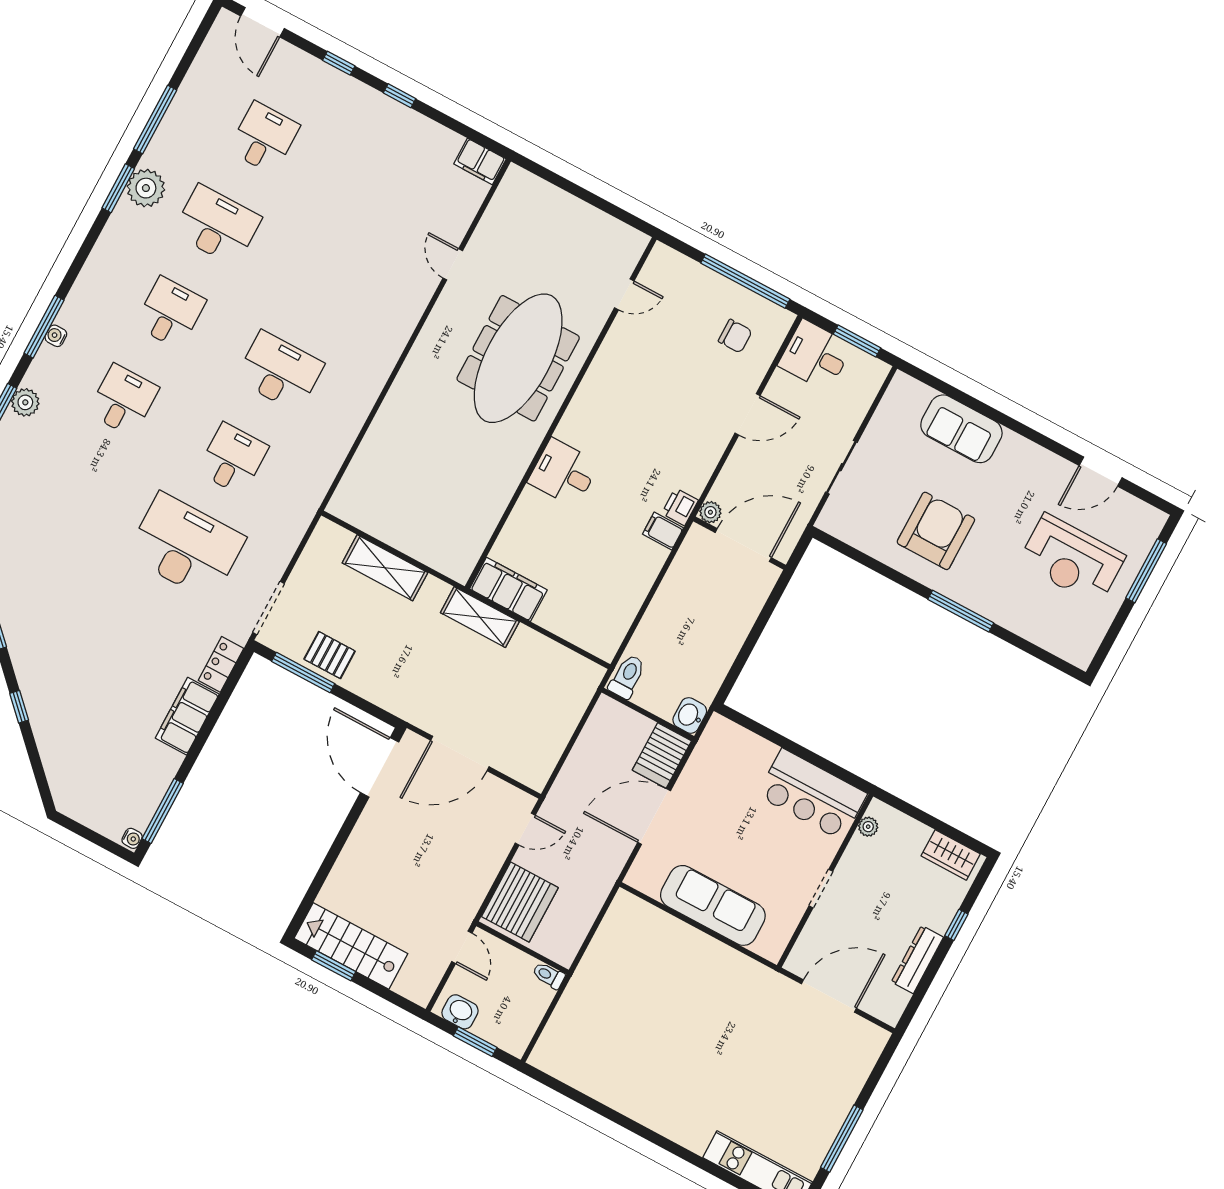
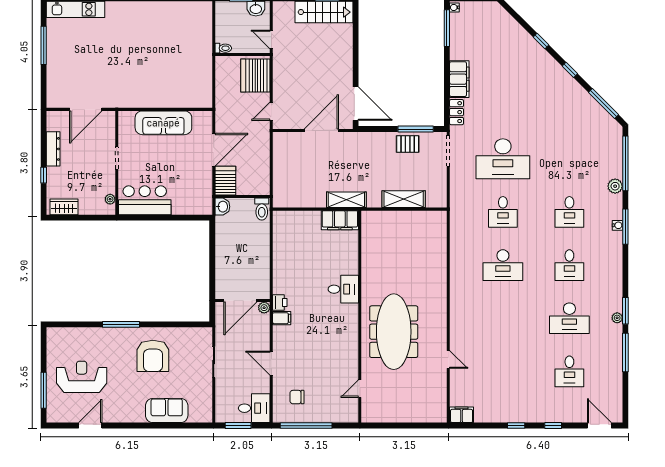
plant: (146, 188) -> (617, 318), width x0.53, depth x0.53
door: (748, 414) -> (271, 363), hinge flipped
filing cabinet: (663, 531) -> (282, 318), moved

